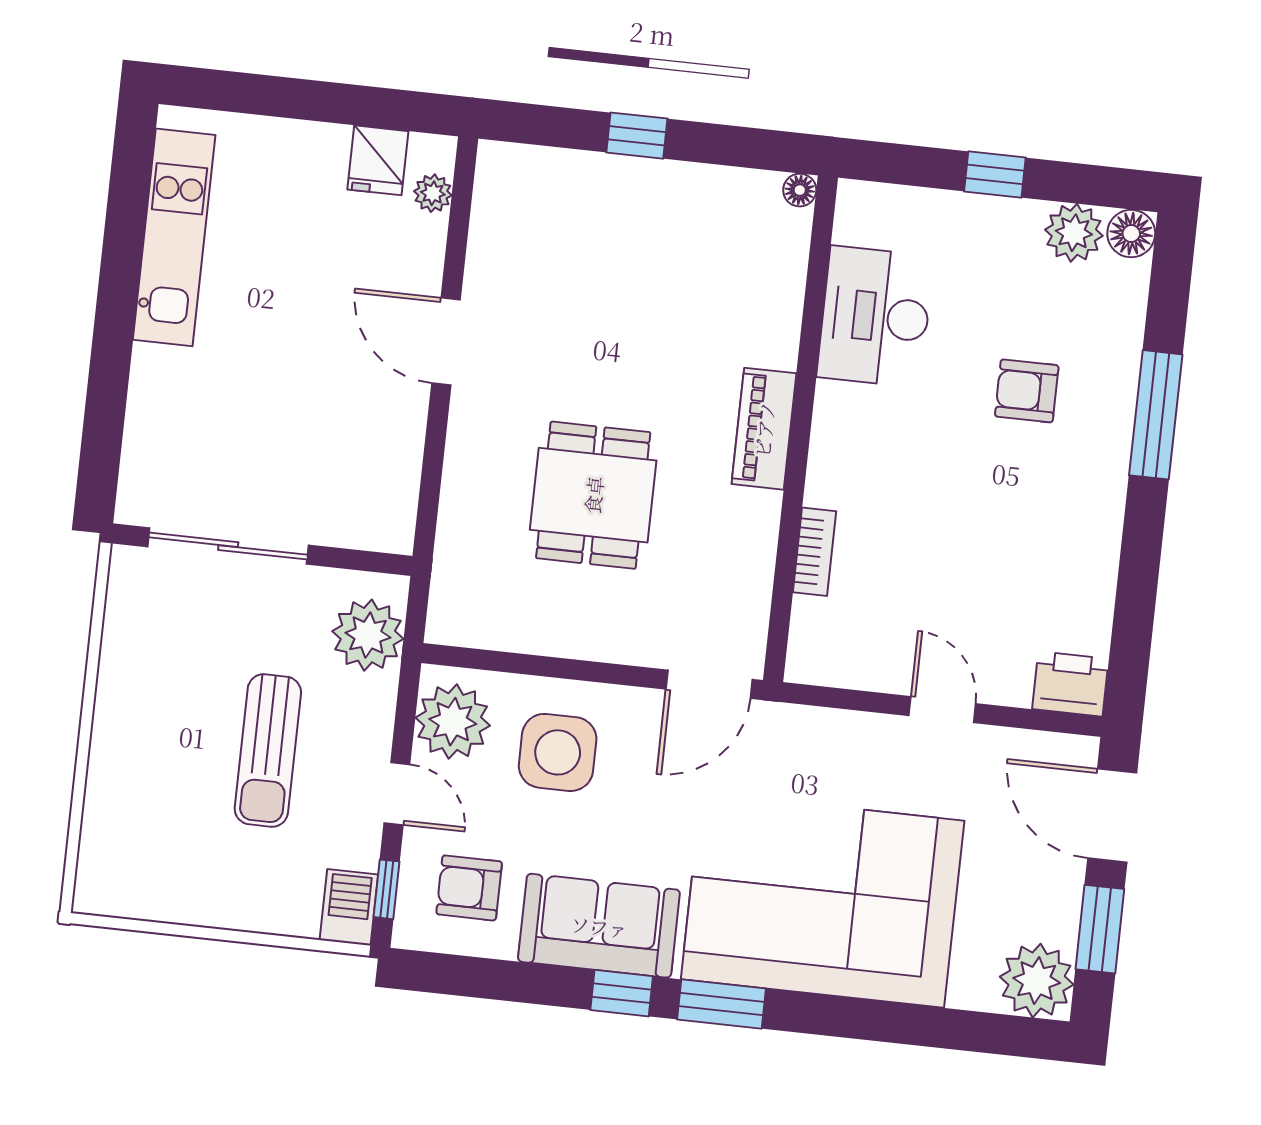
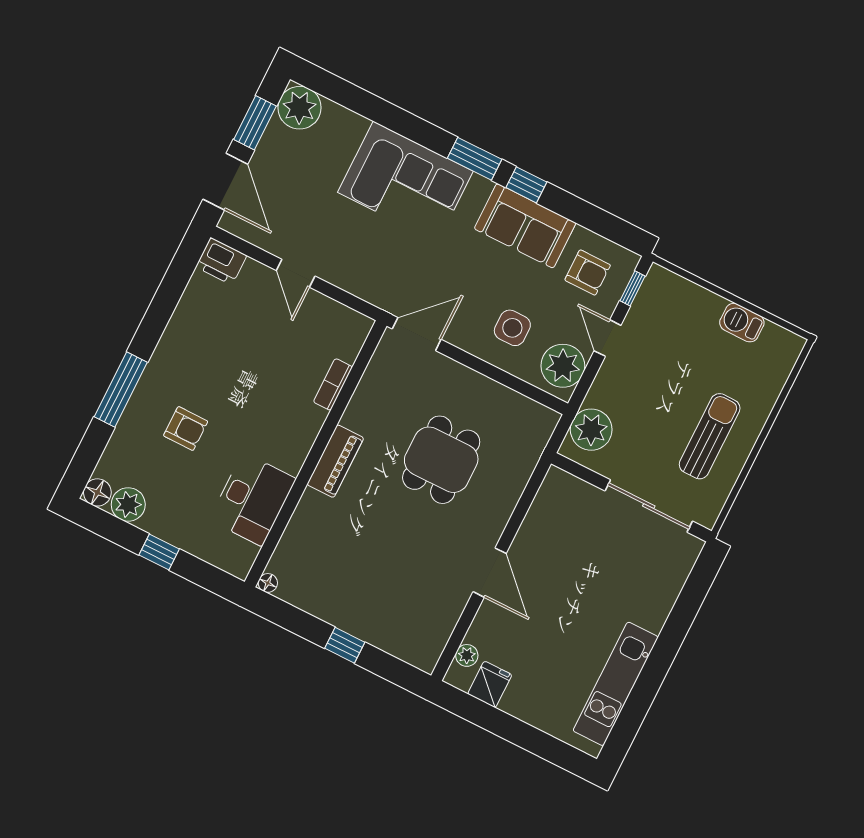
sun lounger: (268, 750) -> (710, 436), moved
side table: (558, 752) -> (512, 328), width x0.73, depth x0.73
corner sofa: (823, 900) -> (405, 182), width x0.73, depth x0.74
barbecue: (349, 907) -> (742, 323), moved, turned 90

